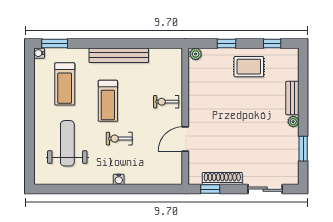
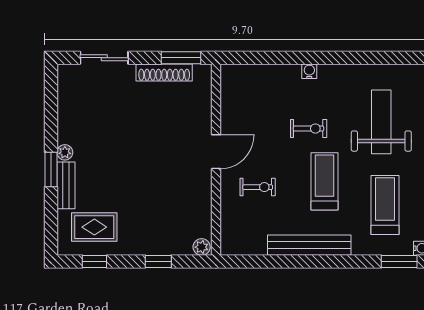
rug: (249, 67) -> (94, 227), moved
exercise bike: (166, 102) -> (258, 187), moved
door: (185, 139) -> (216, 152), moved
weight bench: (67, 143) -> (381, 122), turned 180
window: (303, 149) -> (51, 169), moved
window: (210, 189) -> (181, 58), width x1.50

